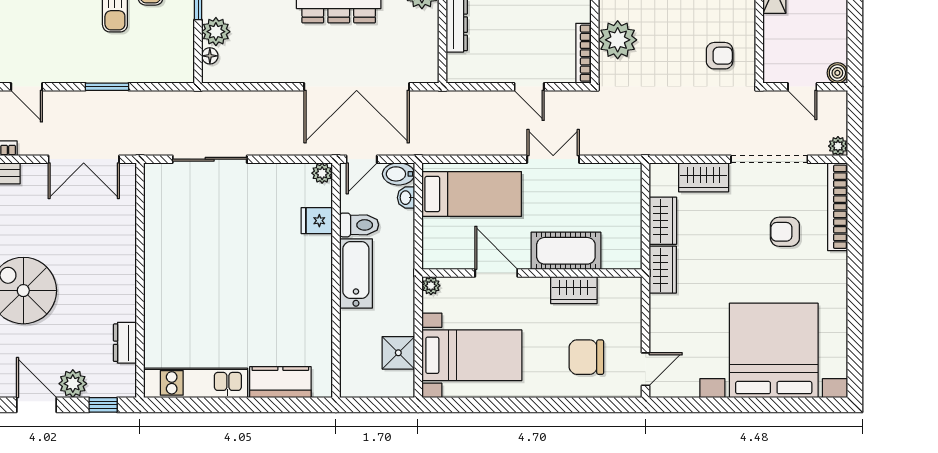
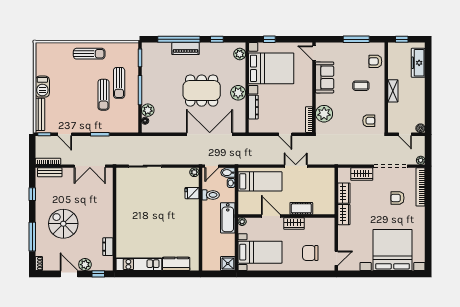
double door: (357, 87) -> (210, 134), swing flipped
cot: (566, 251) -> (301, 208), width x0.73, depth x0.75
bathtub: (356, 273) -> (228, 218), moved, turned 180
wardrobe: (574, 290) -> (294, 224), moved
shower: (398, 353) -> (228, 264), moved

